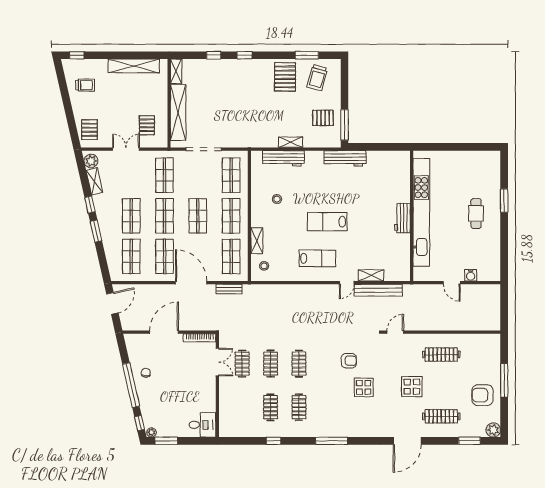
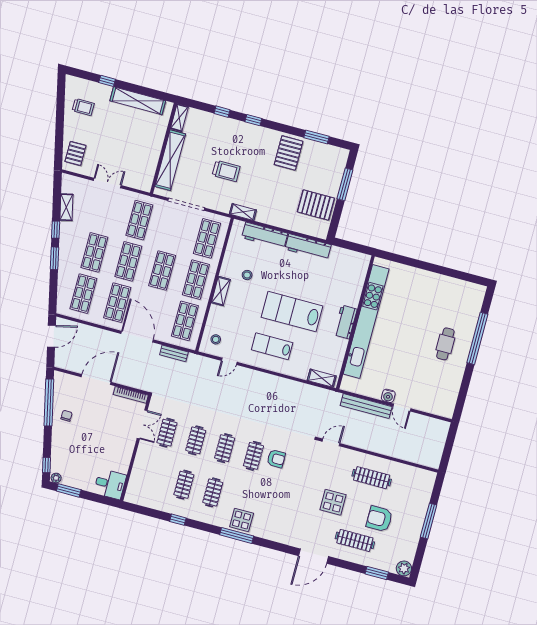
window: (77, 55) -> (107, 81), moved
trolley: (317, 78) -> (226, 171), moved, turned -105
pallet: (323, 118) -> (316, 205), width x1.50, depth x1.42
pallet: (147, 125) -> (135, 165), removed
window: (344, 125) -> (345, 184), moved
shelving: (291, 142) -> (243, 212), moved
workbench: (345, 158) -> (308, 247), moved
plant: (91, 161) -> (68, 186), removed
window: (504, 201) -> (477, 338), width x2.11
kitchen unit: (421, 212) -> (366, 321), moved
wall: (412, 216) -> (355, 322), moved
workbench: (402, 218) -> (345, 322), moved
lab bench: (327, 222) -> (292, 312), width x1.36, depth x1.39
shelving: (257, 241) -> (221, 291), moved
lab bench: (317, 258) -> (272, 346), turned 180
water cooler: (471, 275) -> (388, 396), moved
door: (347, 283) -> (229, 361), moved
bench: (378, 290) -> (366, 406), moved
clothes rail: (327, 364) -> (253, 456), added
window: (131, 385) -> (49, 403), moved
display table: (364, 387) -> (242, 520), moved
armchair: (482, 395) -> (379, 519), moved

